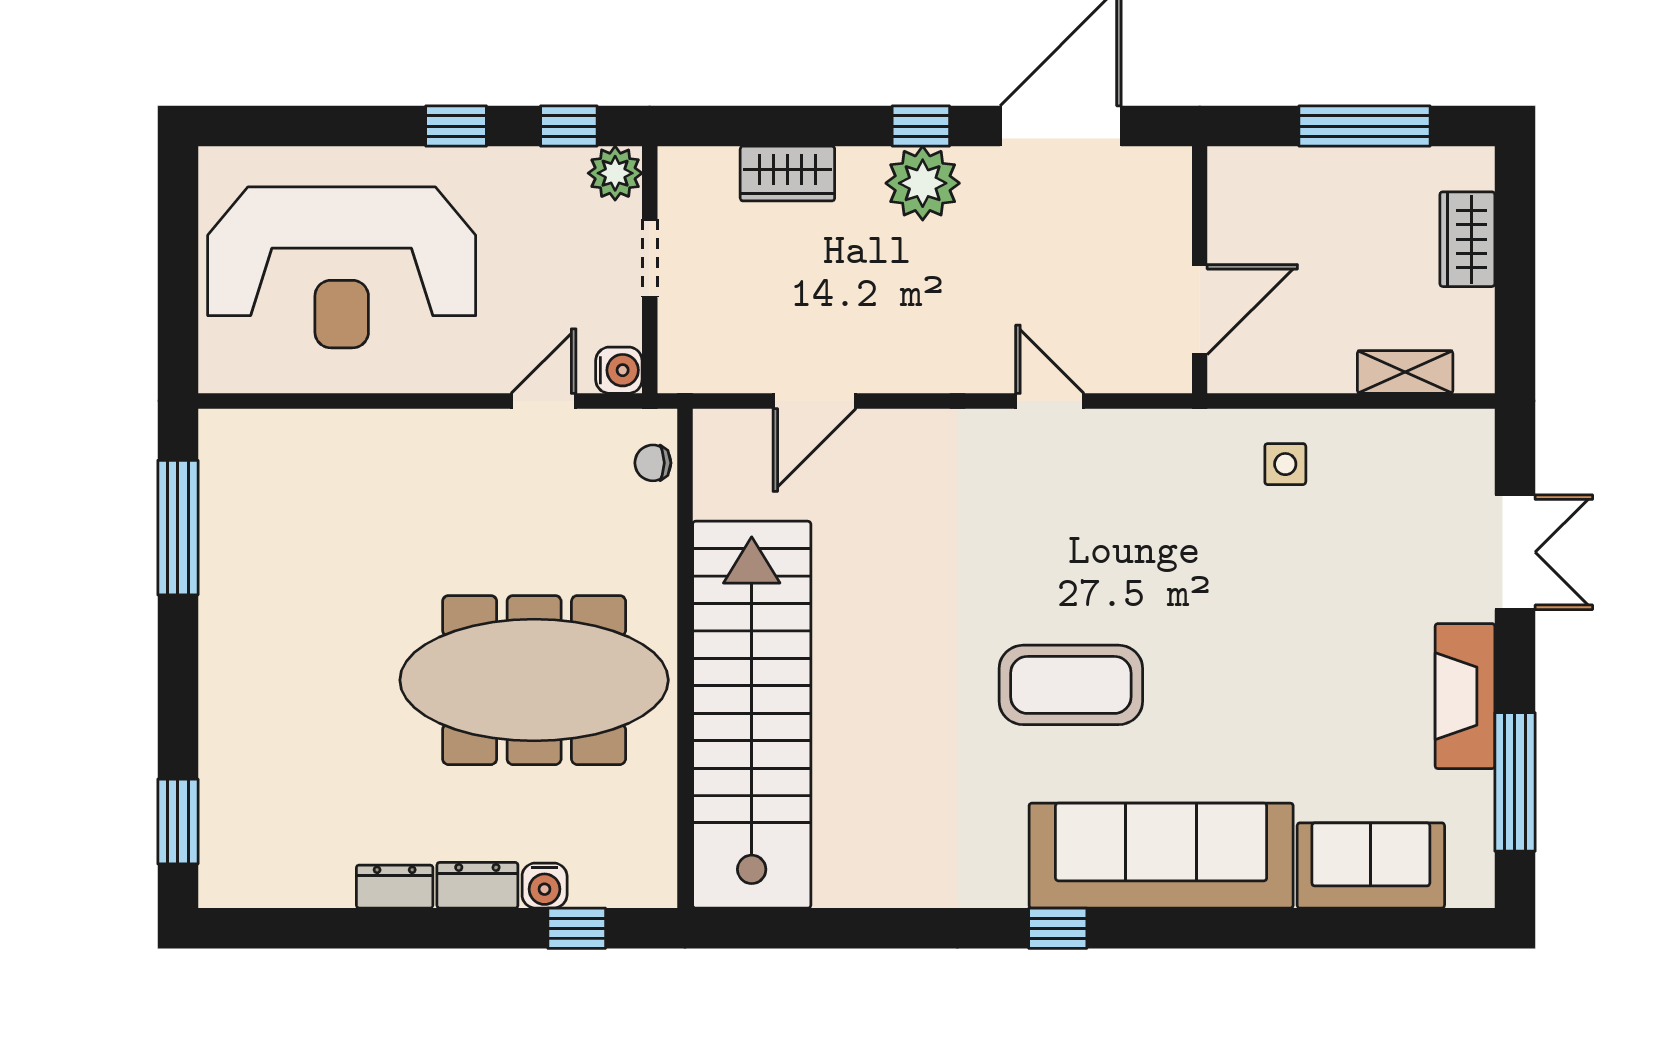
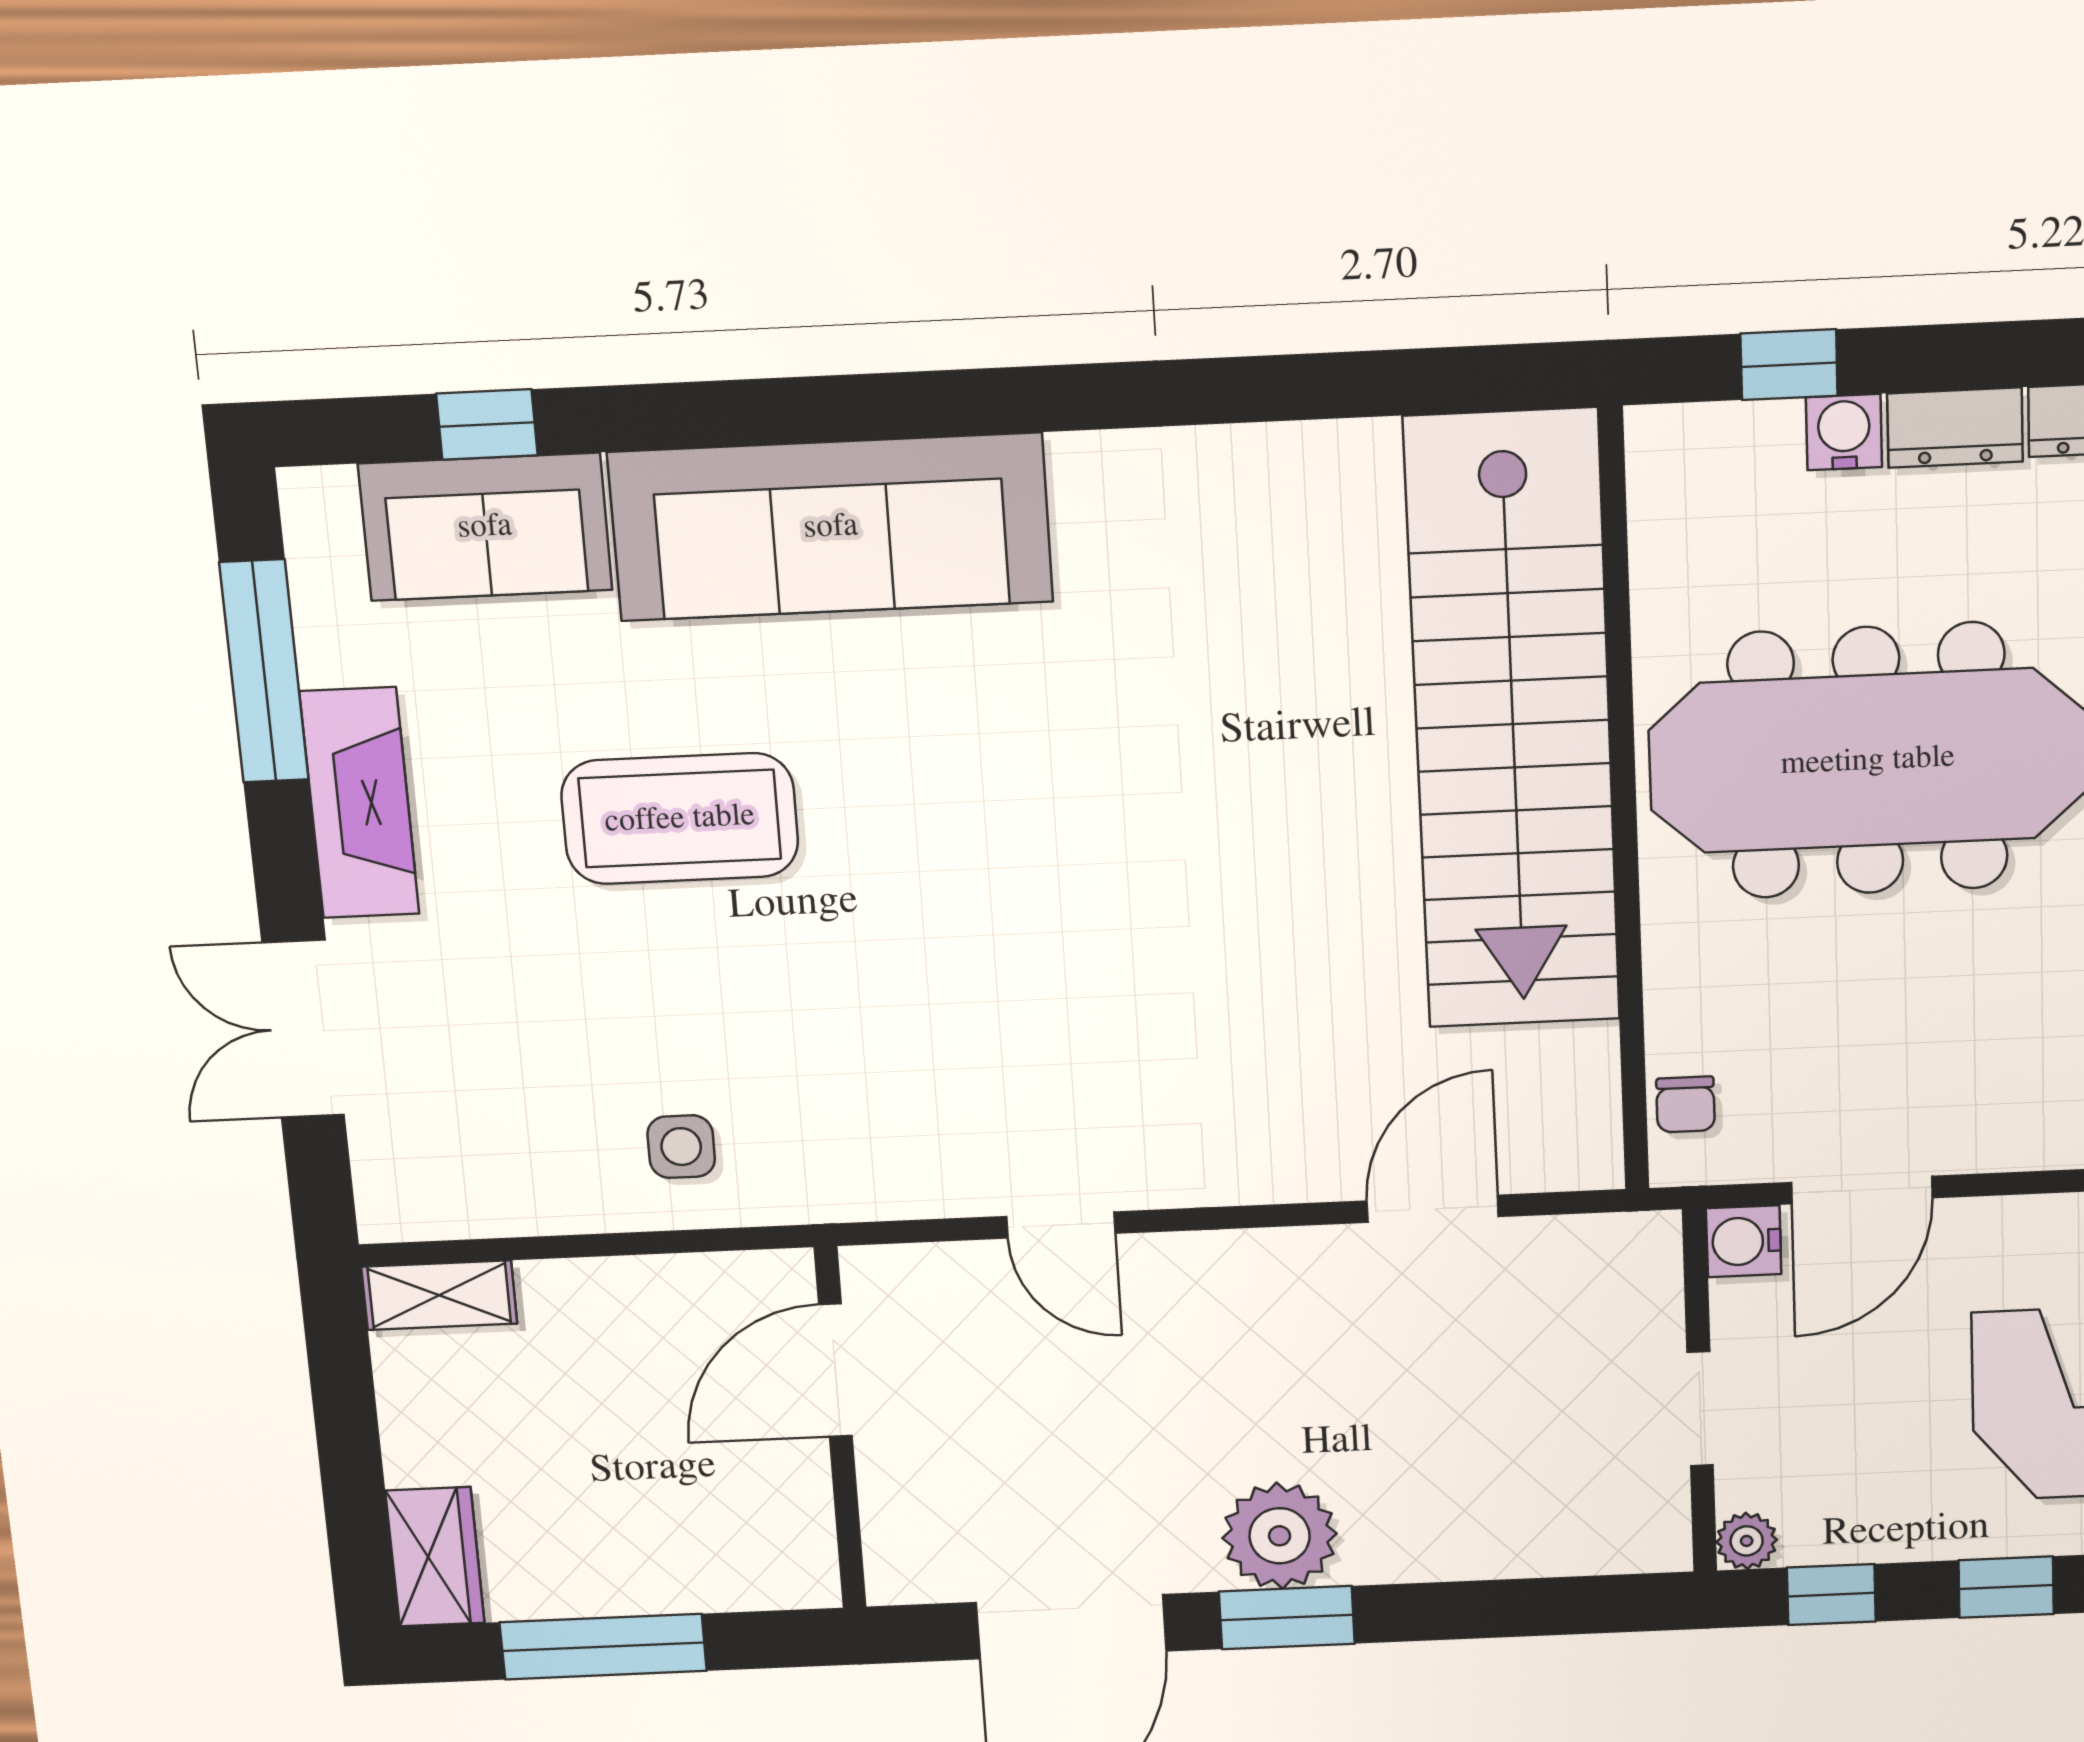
window: (921, 126) -> (1287, 1618), width x1.50
plant: (615, 173) -> (1747, 1541), width x0.73, depth x0.73
wardrobe: (787, 174) -> (1490, 1541), removed
wardrobe: (1467, 239) -> (435, 1557), moved
shelving: (1405, 372) -> (439, 1295), moved
door: (544, 401) -> (1862, 1190), width x1.38
chair: (653, 463) -> (1686, 1104), turned 90
coffee table: (1071, 685) -> (680, 819), moved
window: (1058, 928) -> (487, 424), moved

